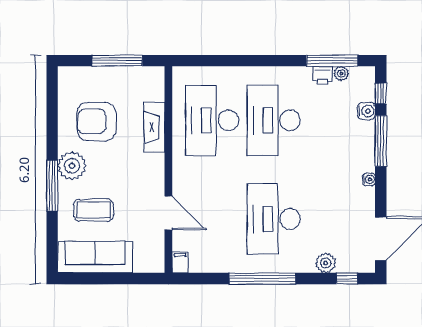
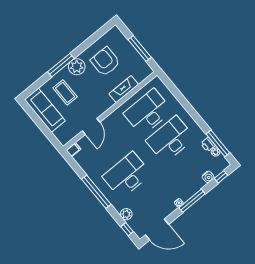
window: (381, 141) -> (192, 201), moved

